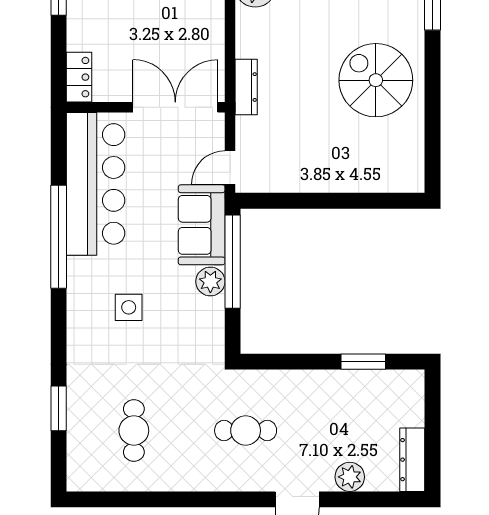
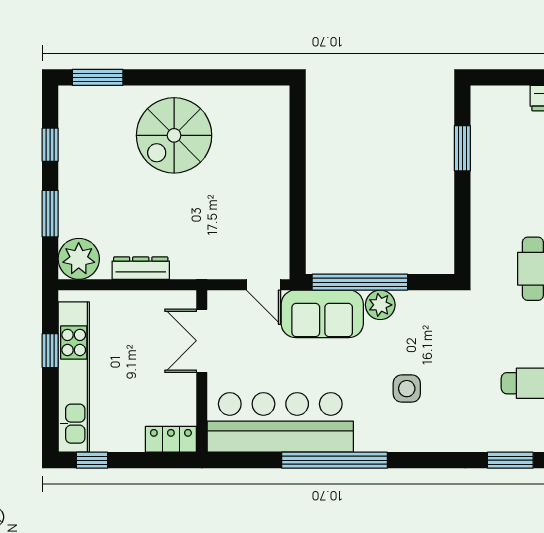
dresser: (246, 87) -> (141, 268), moved
double door: (175, 107) -> (202, 341), width x0.73

